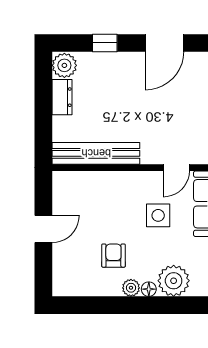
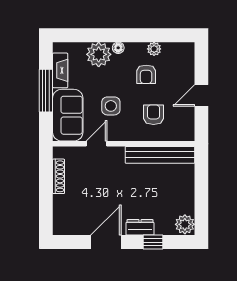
dresser: (62, 97) -> (140, 227), moved, turned 90
armchair: (104, 204) -> (154, 115), added
plant: (131, 288) -> (154, 49), moved

